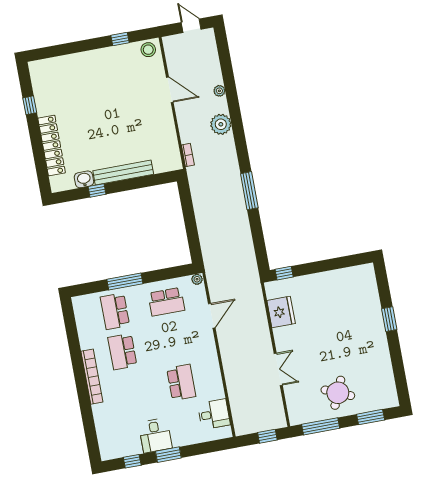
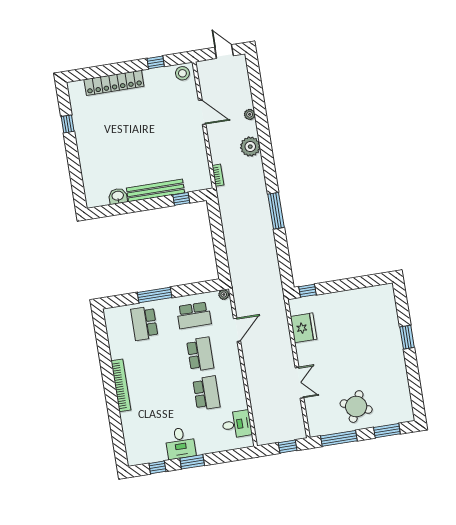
locker: (52, 145) -> (114, 83), moved, turned 90
window: (97, 190) -> (181, 199), moved
school desk: (122, 352) -> (200, 354), moved, turned 180

